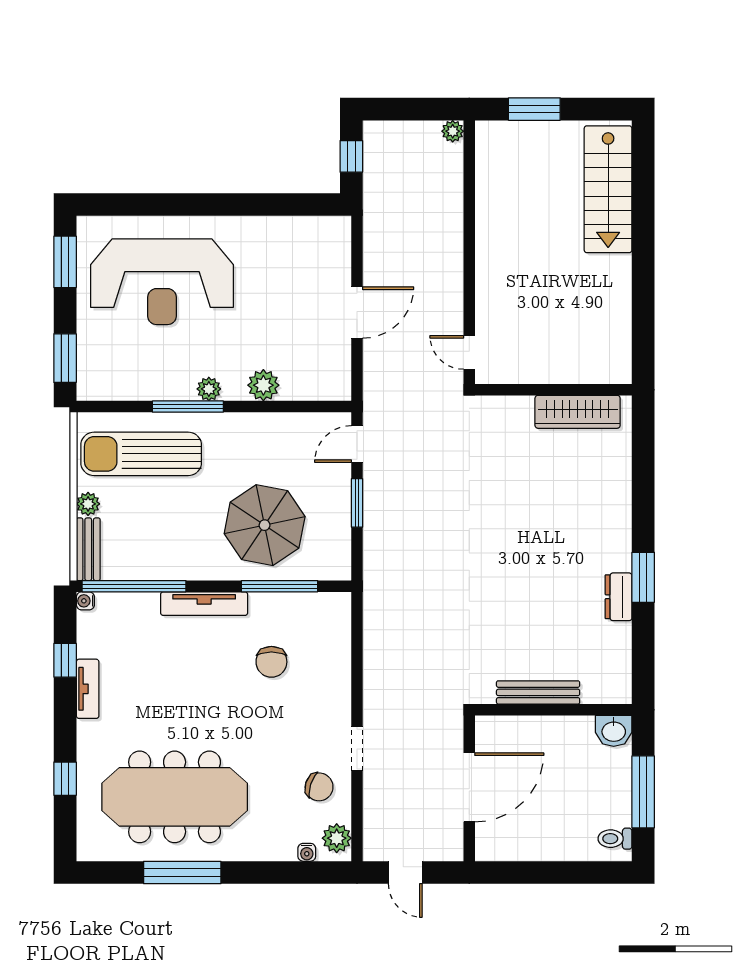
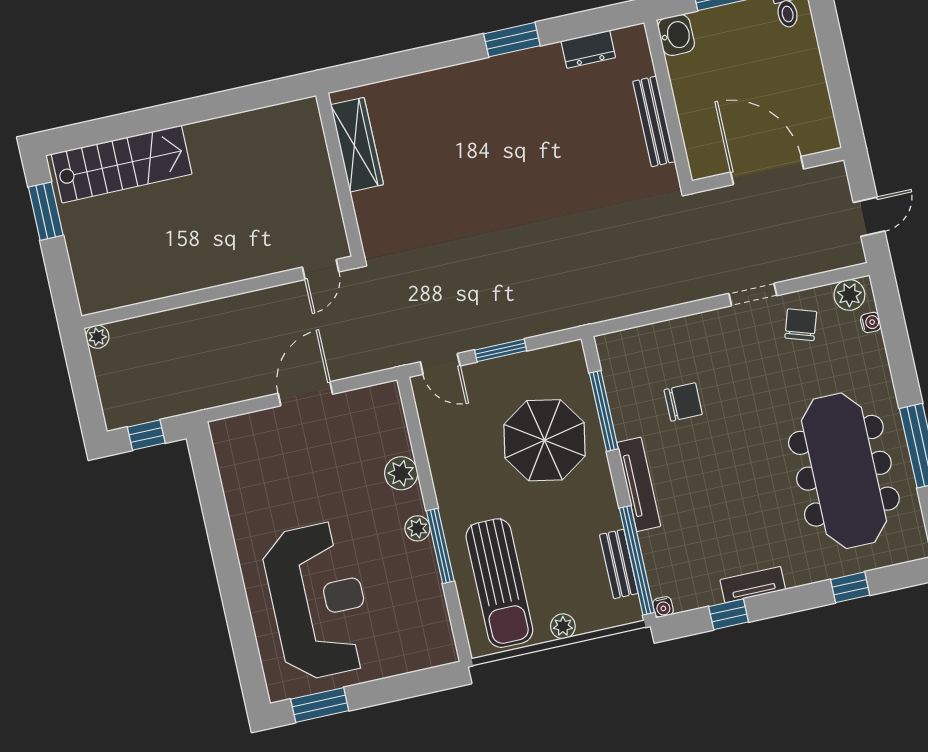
window: (534, 109) -> (46, 211), moved
door: (357, 313) -> (305, 394), hinge flipped
window: (65, 358) -> (419, 683), removed
bench: (88, 549) -> (619, 564), moved, turned 90
dresser: (619, 597) -> (588, 49), moved

